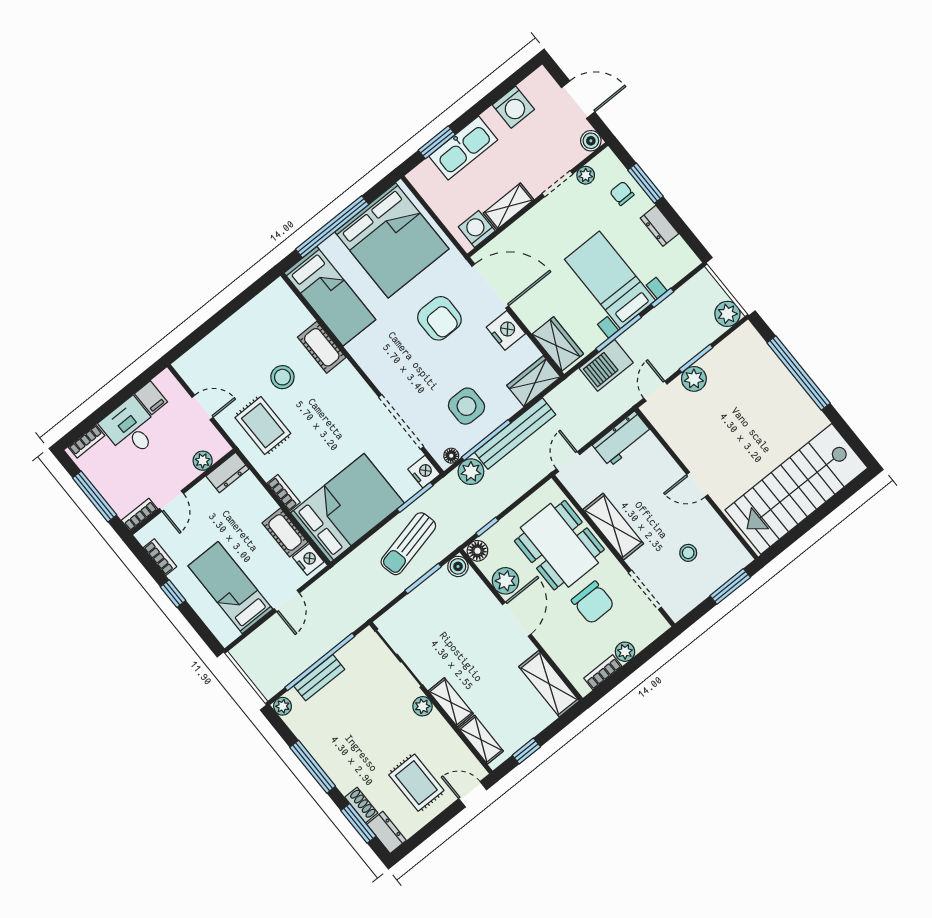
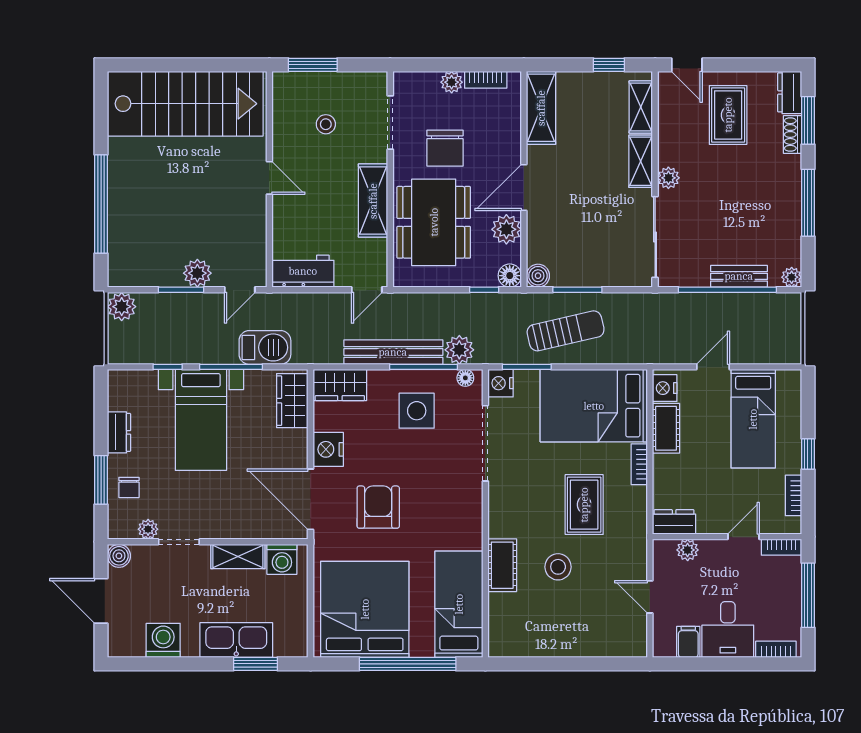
rug: (263, 425) -> (584, 505), moved
chair: (593, 603) -> (445, 148), turned 180

